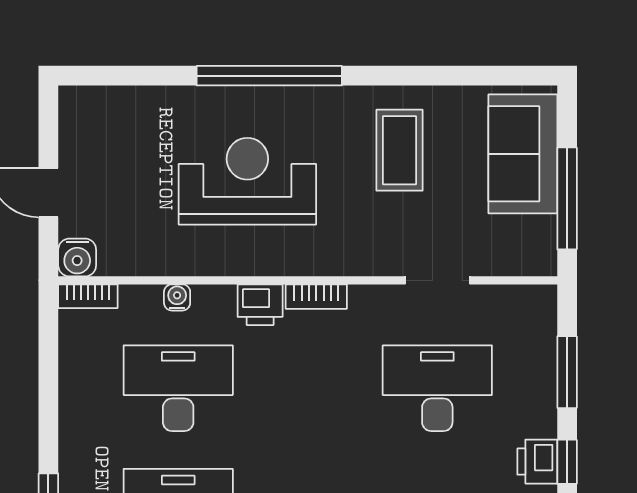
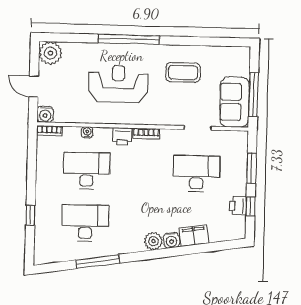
plant: (86, 113) -> (50, 53), added
coffee table: (400, 150) -> (183, 72), turned 90
sofa: (523, 154) -> (235, 102), moved

